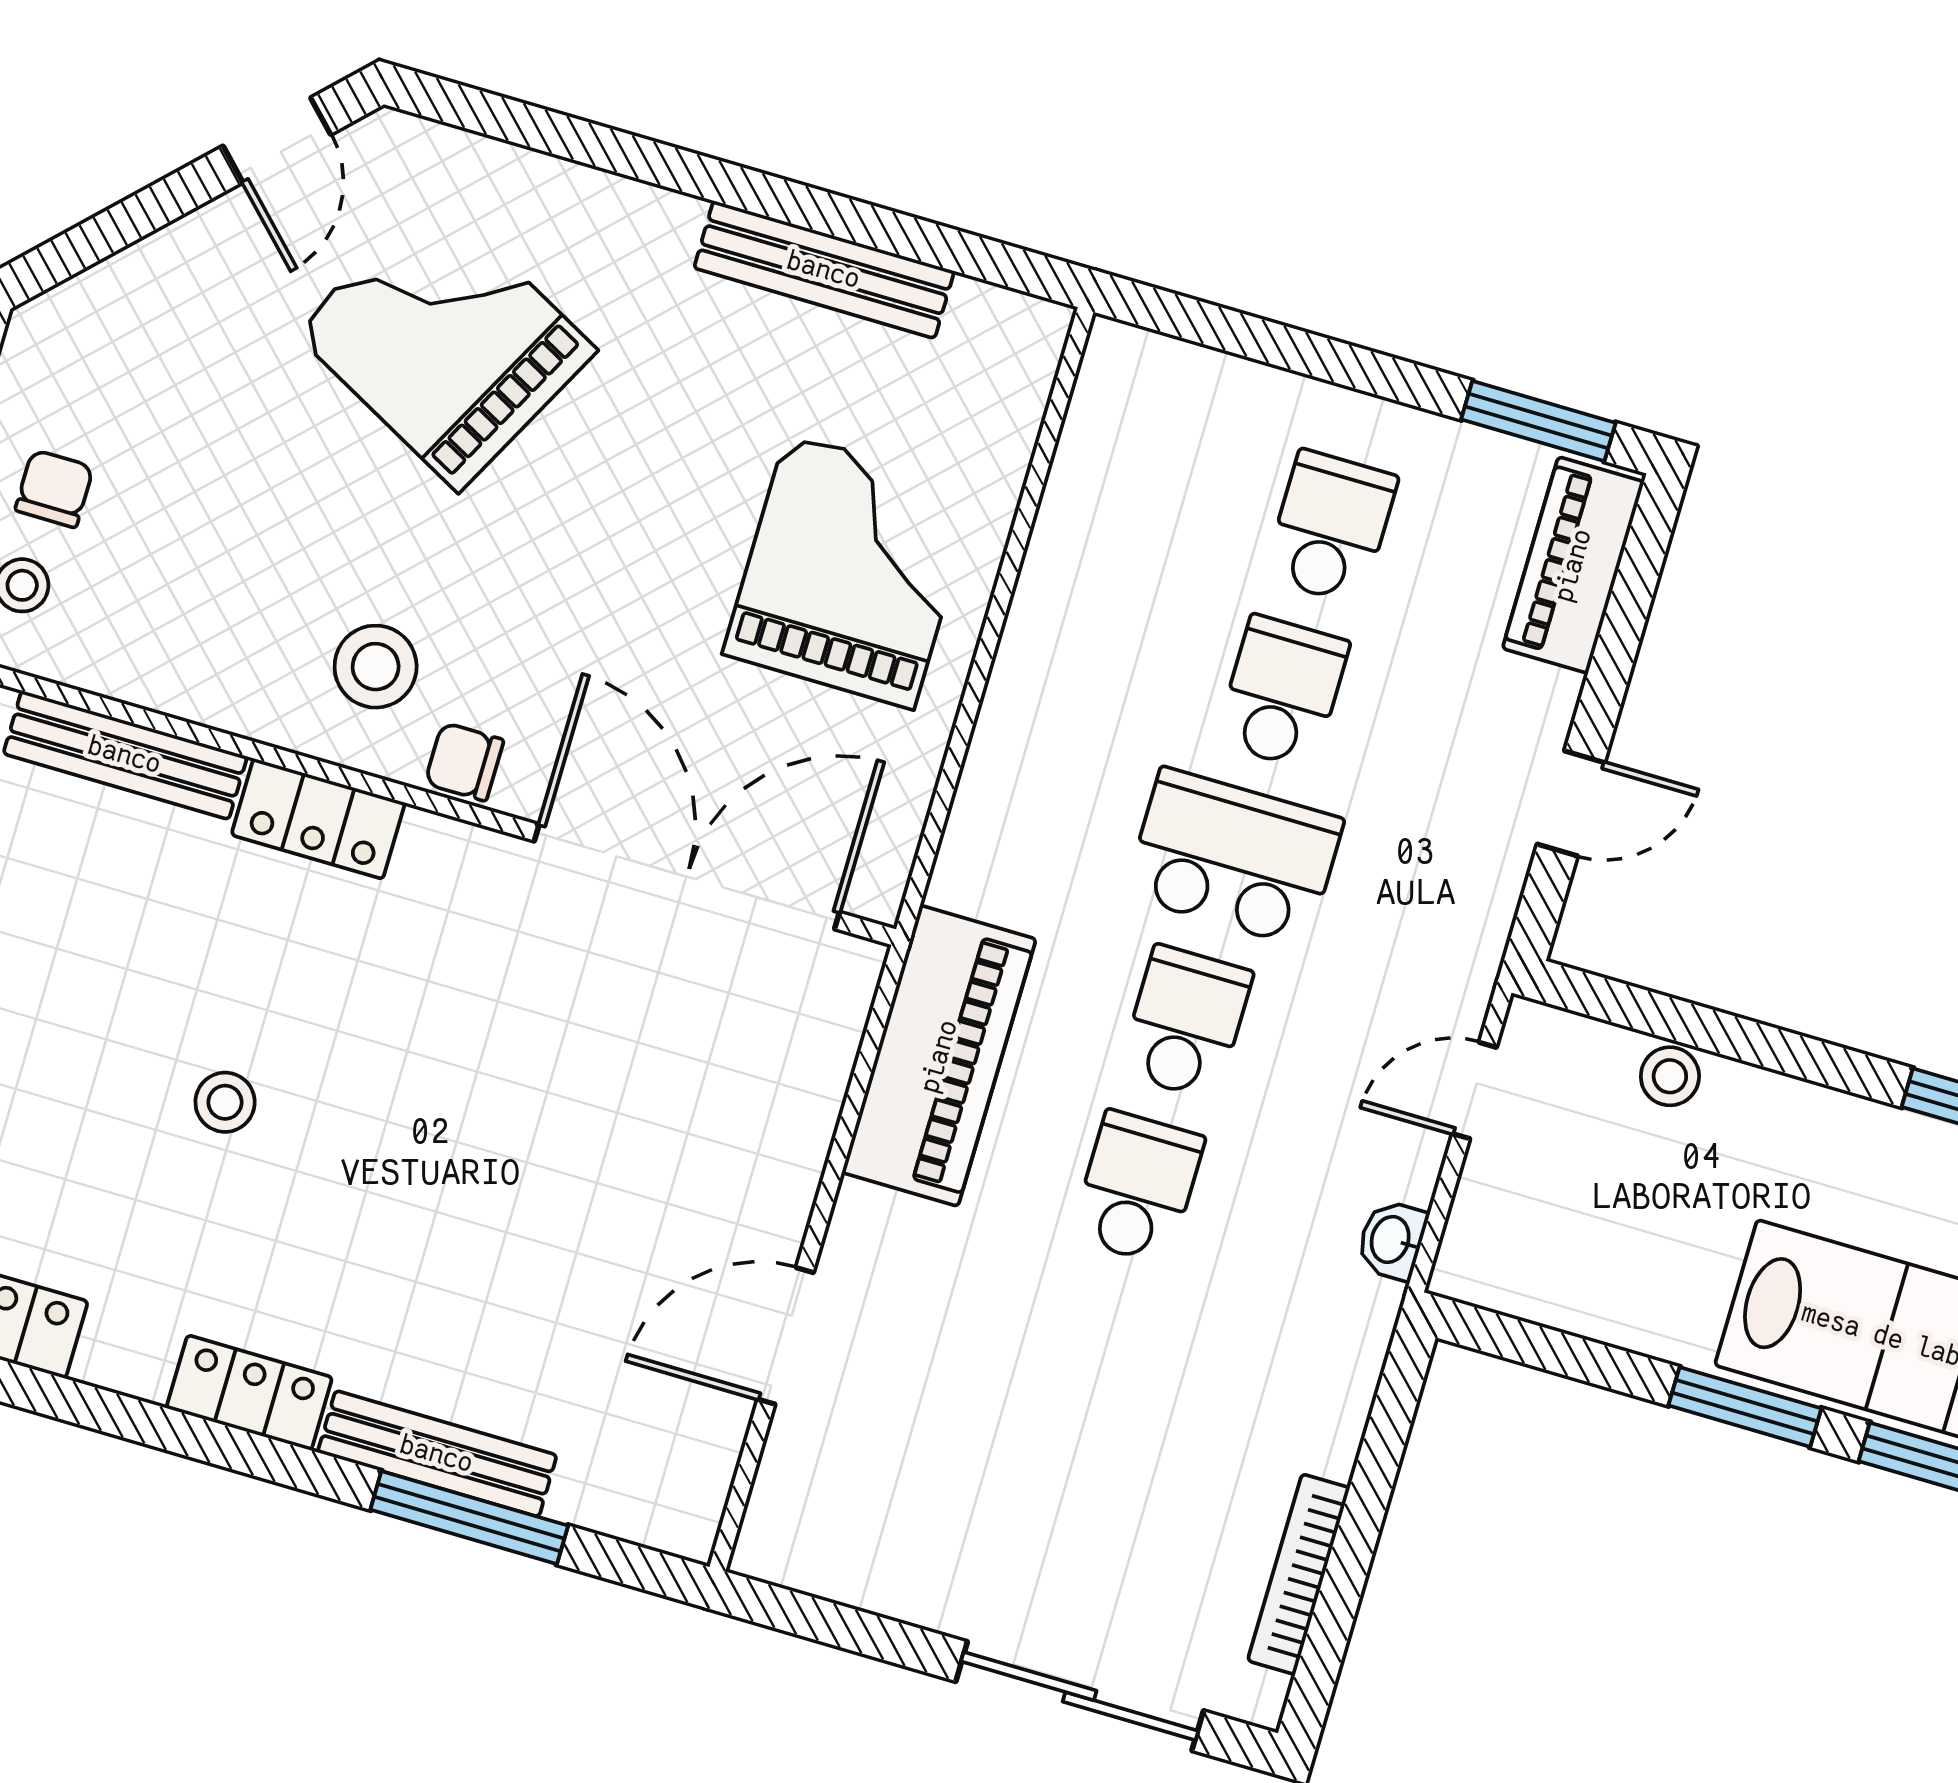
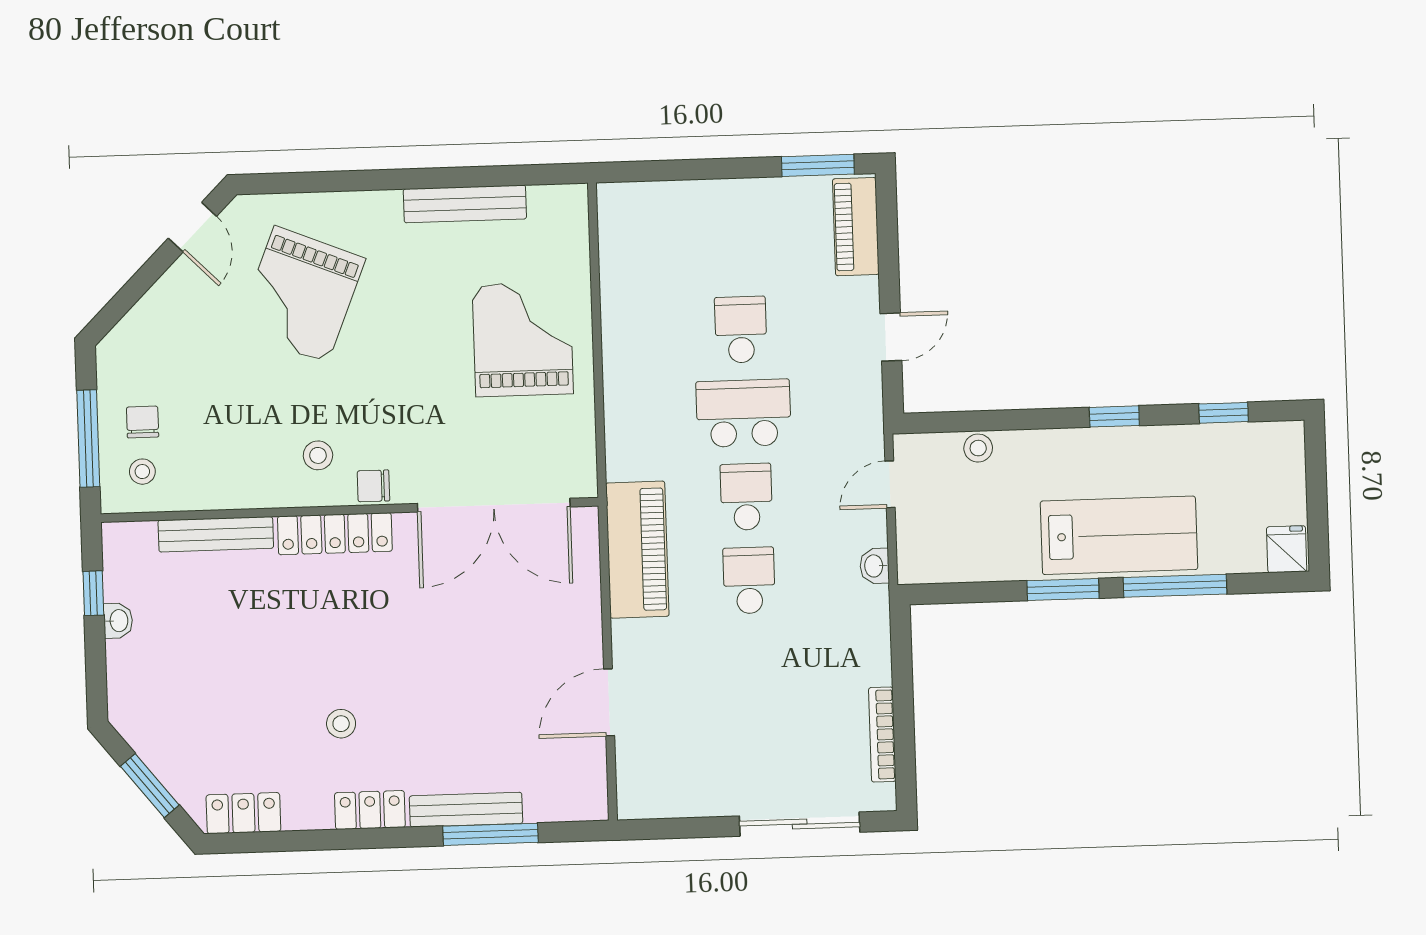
grand piano: (446, 341) -> (301, 295), turned -96
school desk: (1331, 527) -> (738, 246), removed
stool: (376, 667) -> (318, 455), width x0.73, depth x0.73
locker: (318, 819) -> (335, 534), width x1.53
double door: (687, 877) -> (494, 505), swing flipped
stool: (225, 1102) -> (341, 724), moved

